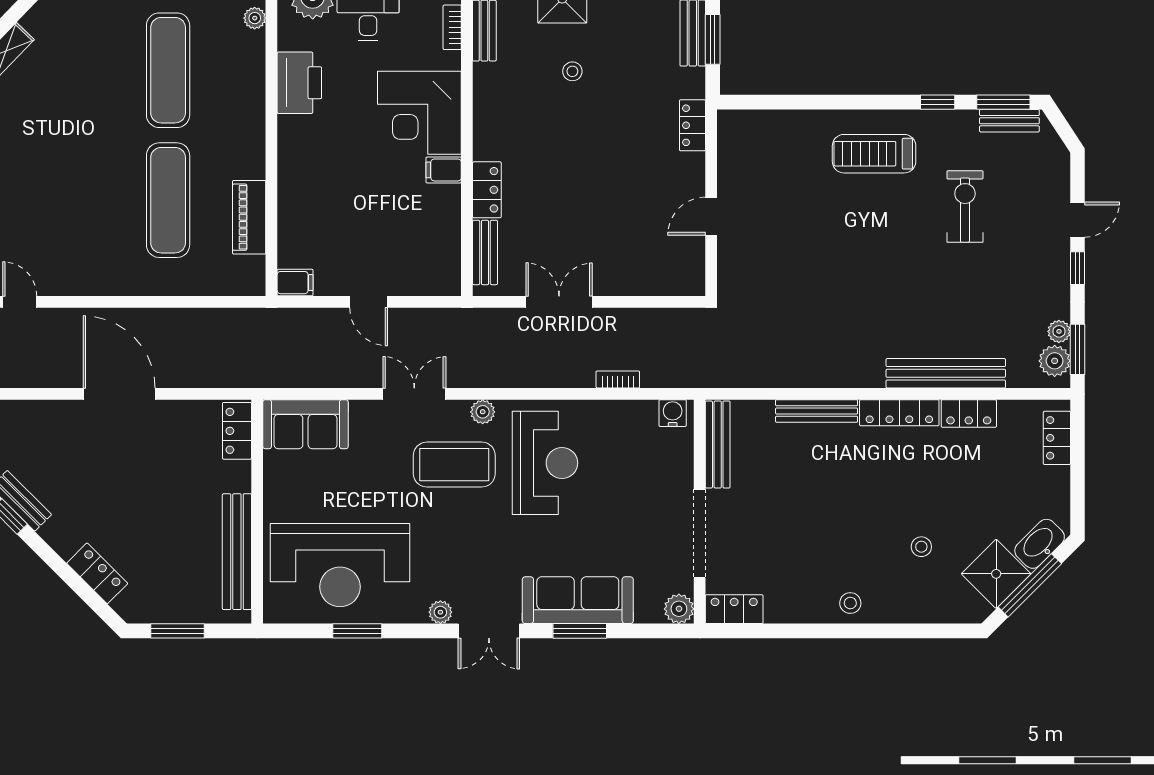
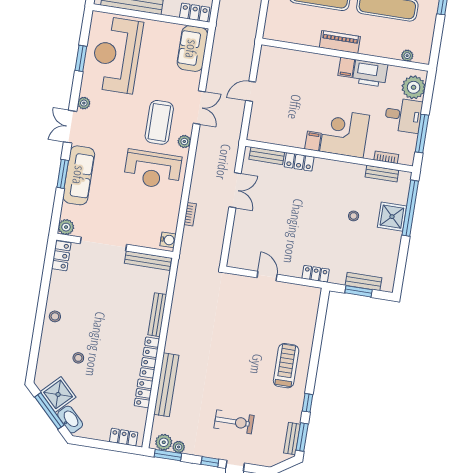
exercise bike: (965, 206) -> (234, 422), moved
piano: (249, 217) -> (340, 42), moved
filing cabinet: (295, 283) -> (346, 67), moved

